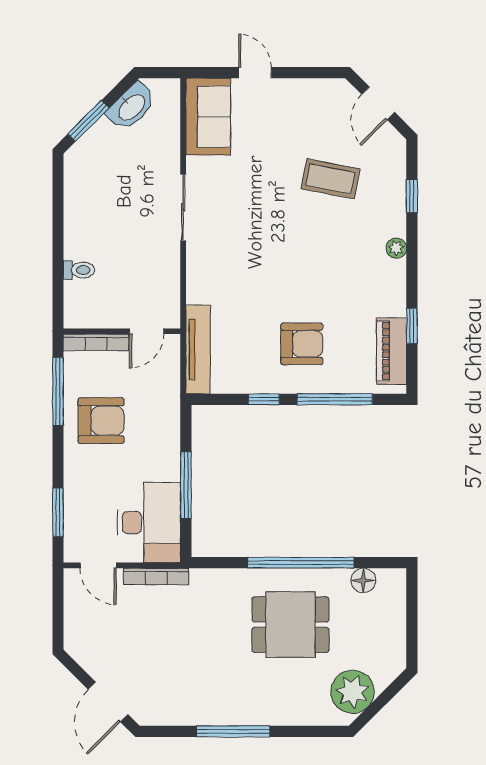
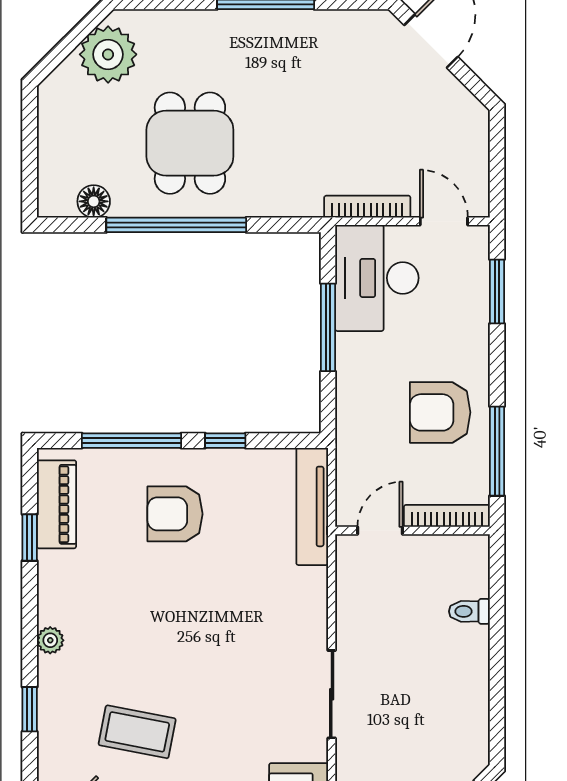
dining table: (290, 625) -> (190, 143), turned 90

